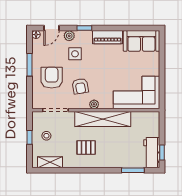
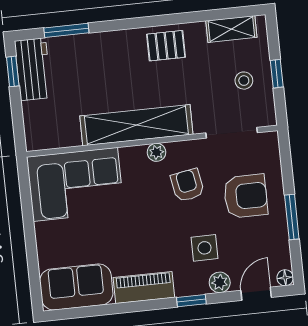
armchair: (52, 78) -> (246, 196), turned -90
pallet: (86, 148) -> (166, 46), moved

